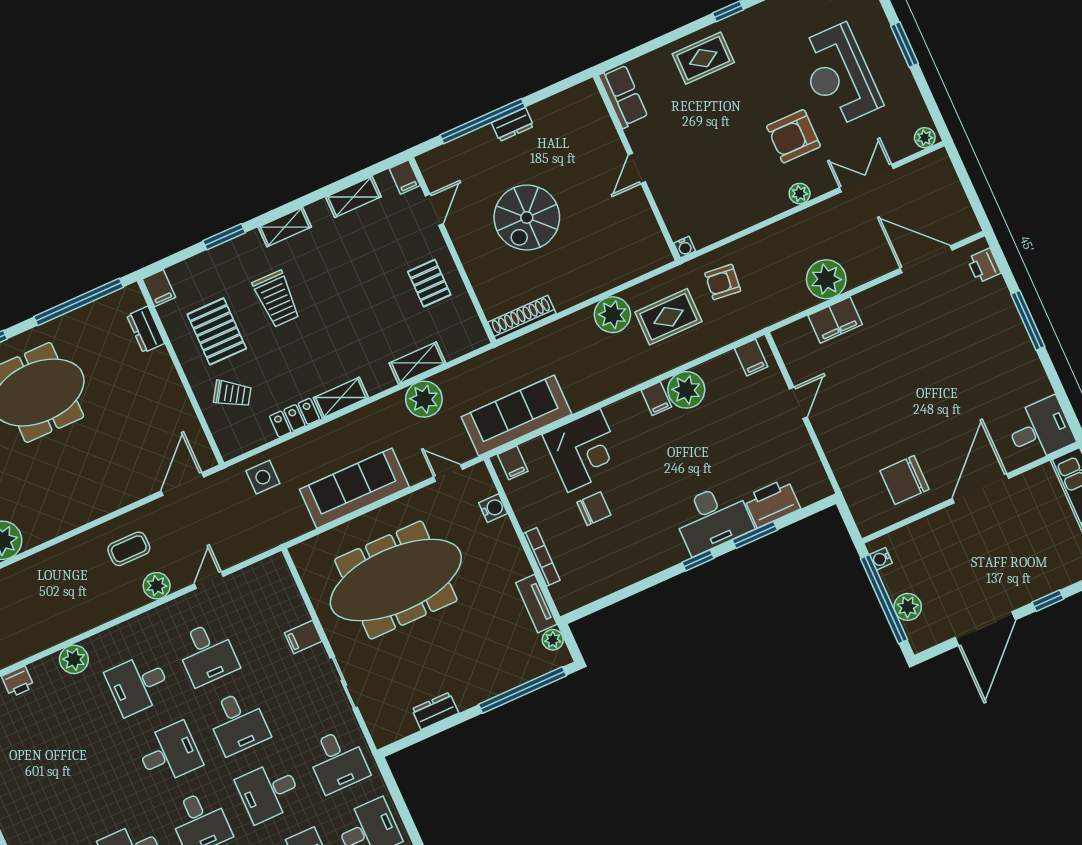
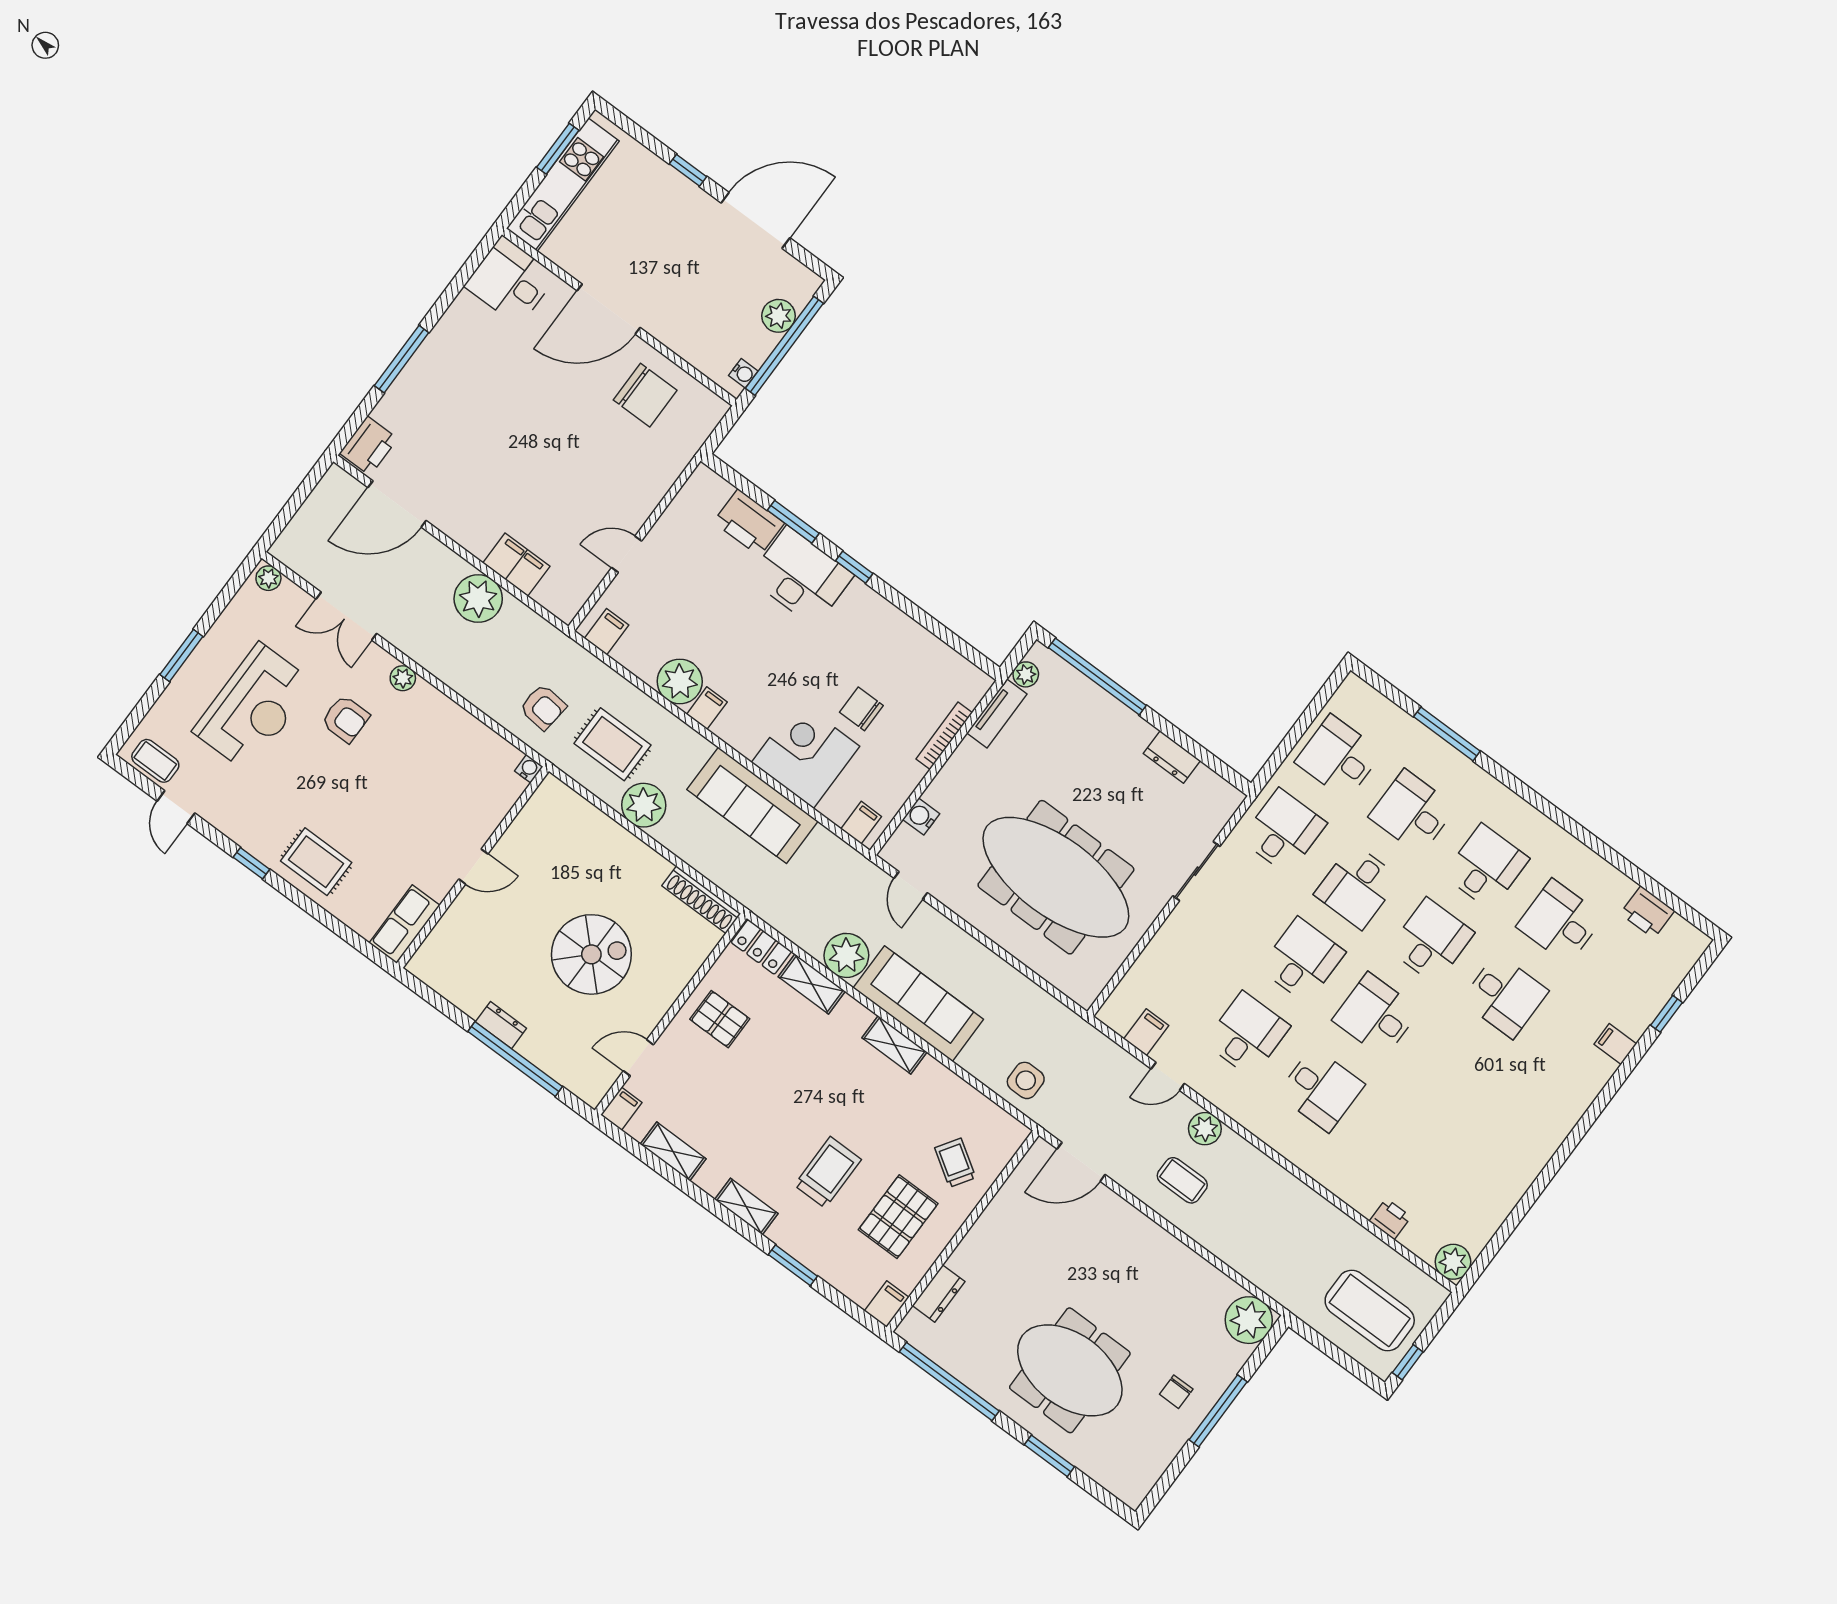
armchair: (793, 136) -> (345, 719), width x0.72, depth x0.72
door: (926, 259) -> (397, 504), hinge flipped
printer: (984, 266) -> (369, 446), width x1.36, depth x1.24
pallet: (429, 283) -> (720, 1019), turned 90
sofa: (517, 416) -> (752, 805), moved
locker: (294, 418) -> (761, 947), moved
sofa: (354, 488) -> (918, 1004), moved, turned 180
filing cabinet: (303, 637) -> (1146, 1032), moved, turned -90
plant: (74, 659) -> (1333, 1173), removed
desk: (269, 792) -> (1357, 886), turned 90

